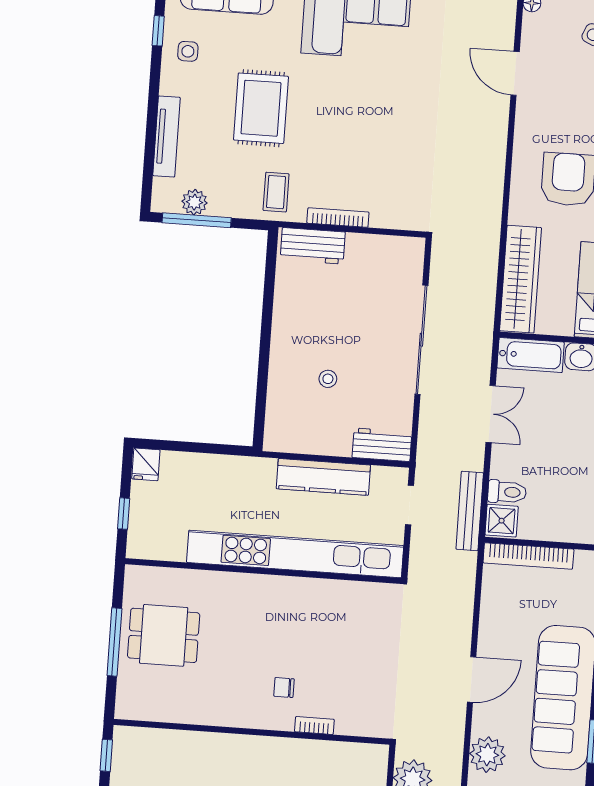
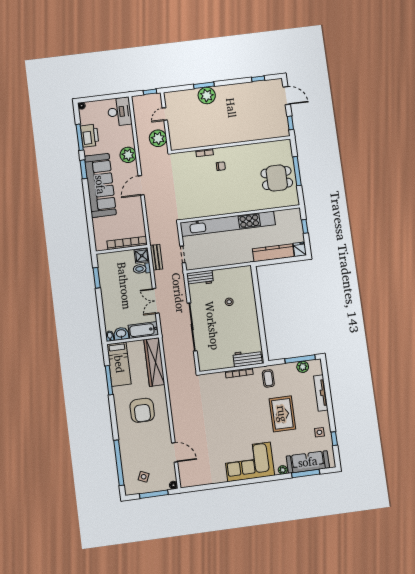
kitchen counter: (323, 477) -> (273, 253), moved
bench: (470, 511) -> (156, 257), width x0.73

